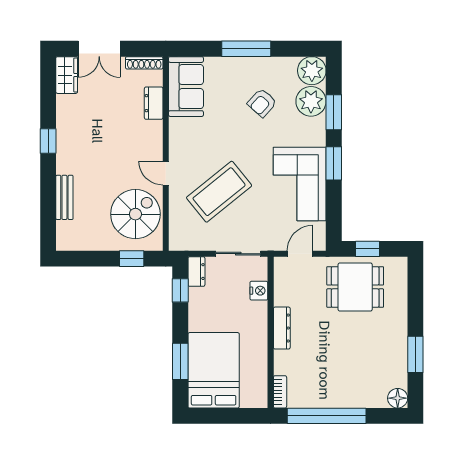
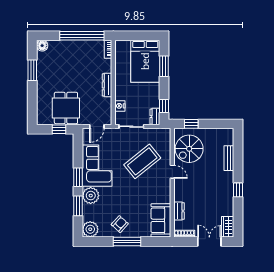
plant: (311, 101) -> (91, 196), moved
armchair: (262, 103) -> (120, 224), moved
dining table: (355, 287) -> (66, 108), turned 90

